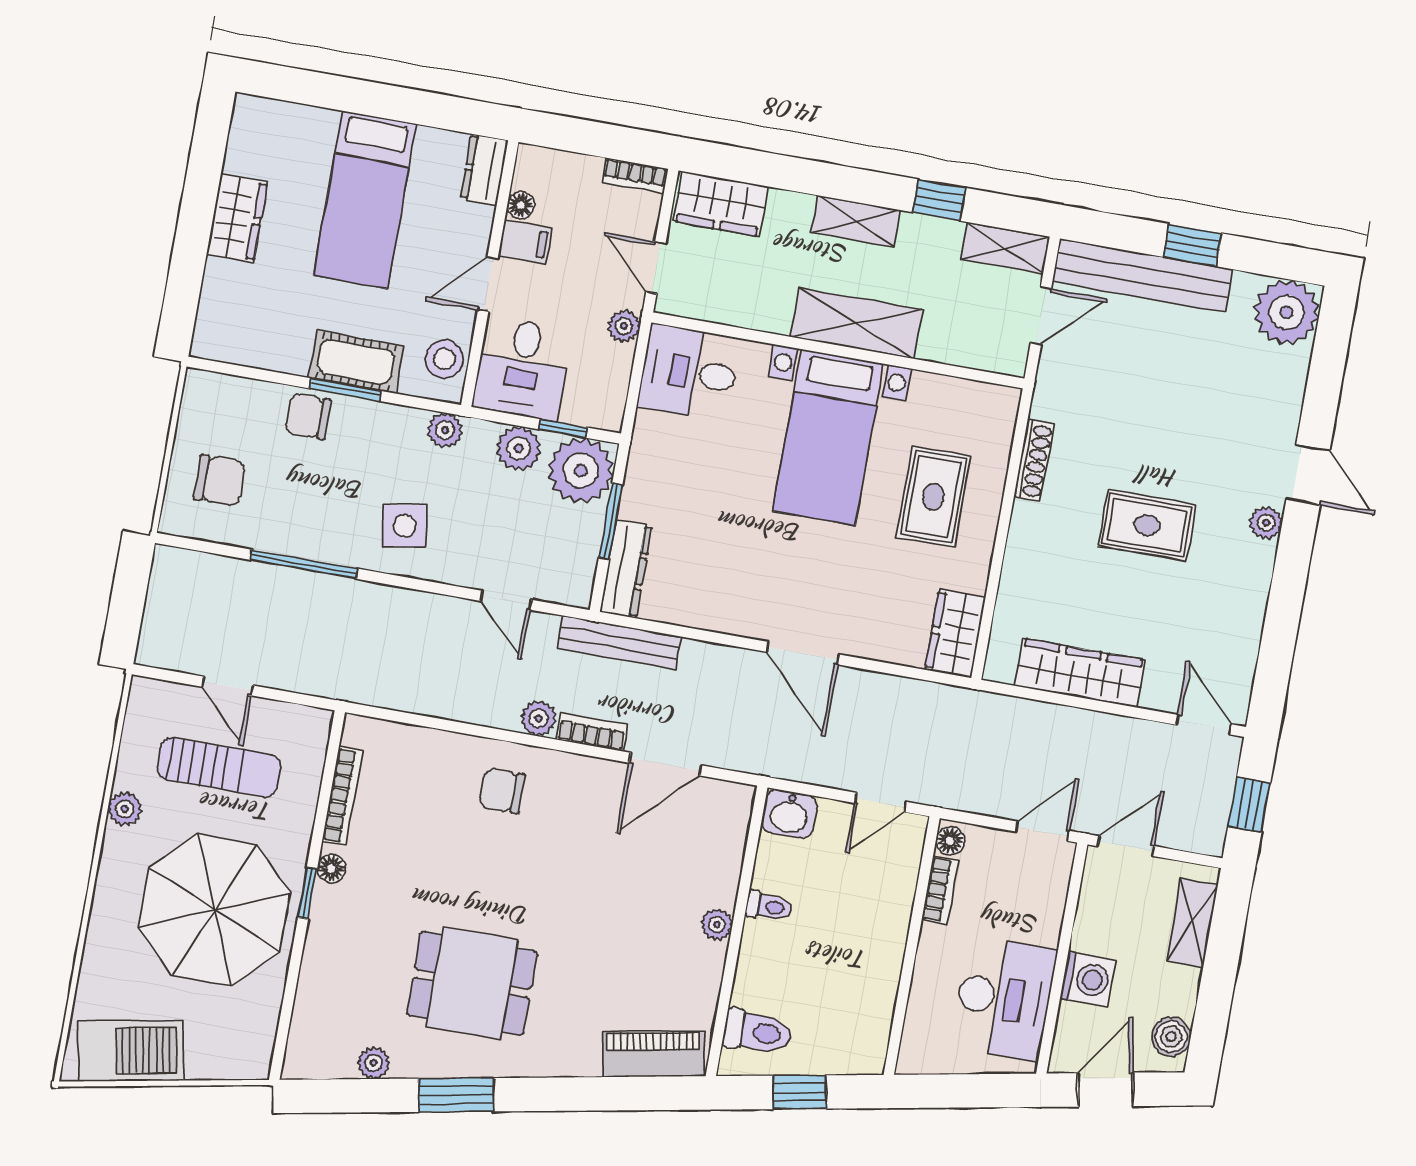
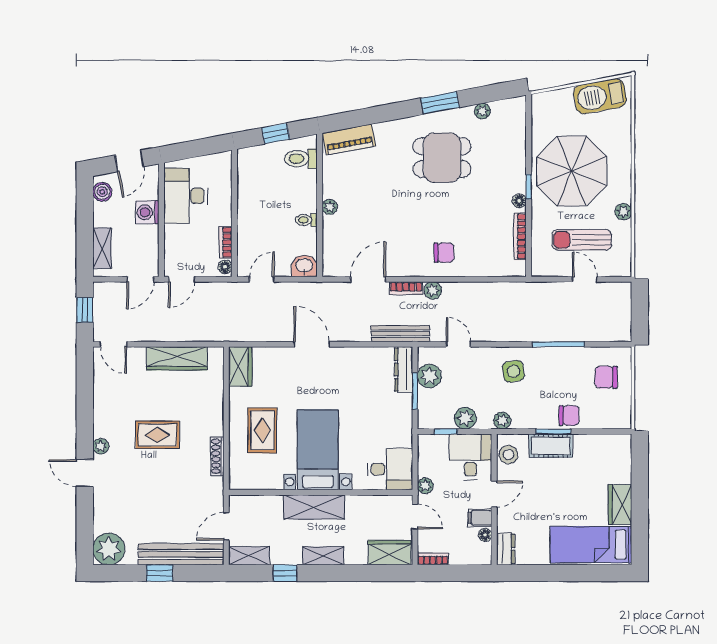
bed: (365, 200) -> (591, 545), moved, turned -90
plant: (581, 471) -> (429, 376), moved, width x0.73, depth x0.73

